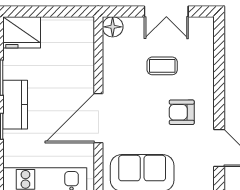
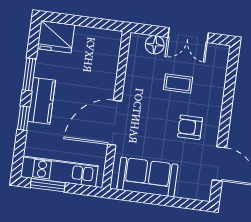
floor lamp: (113, 27) -> (155, 45), moved

